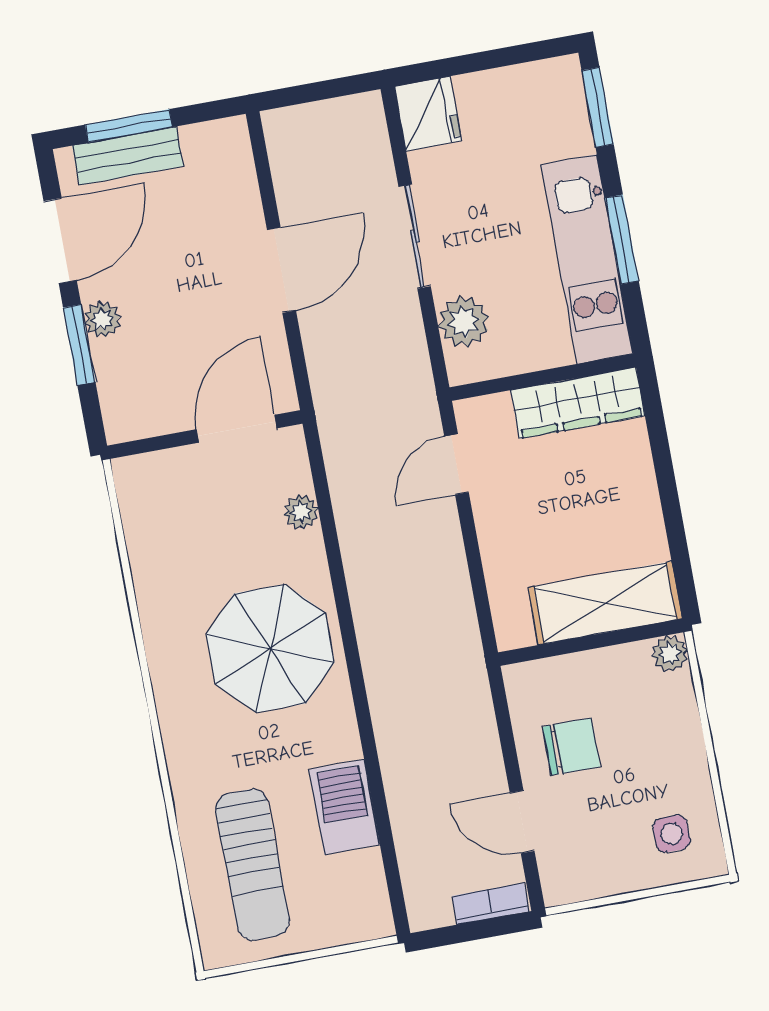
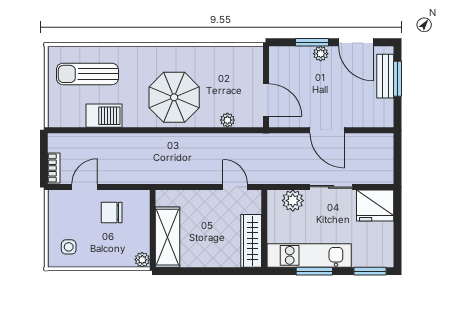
fridge: (428, 114) -> (375, 205), width x1.36, depth x1.34
chair: (571, 747) -> (112, 213), turned 90

